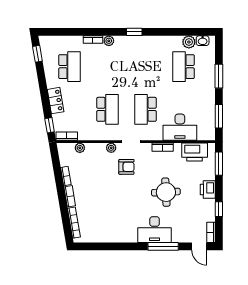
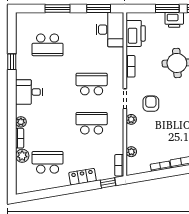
window: (134, 32) -> (12, 62), moved
washbasin: (203, 41) -> (21, 25), removed
plant: (189, 42) -> (22, 156), moved
desk: (138, 49) -> (29, 92), added
window: (37, 54) -> (34, 195), removed
school desk: (145, 109) -> (92, 84), turned 180
desk: (180, 127) -> (110, 30), moved
window: (219, 164) -> (167, 8), moved

